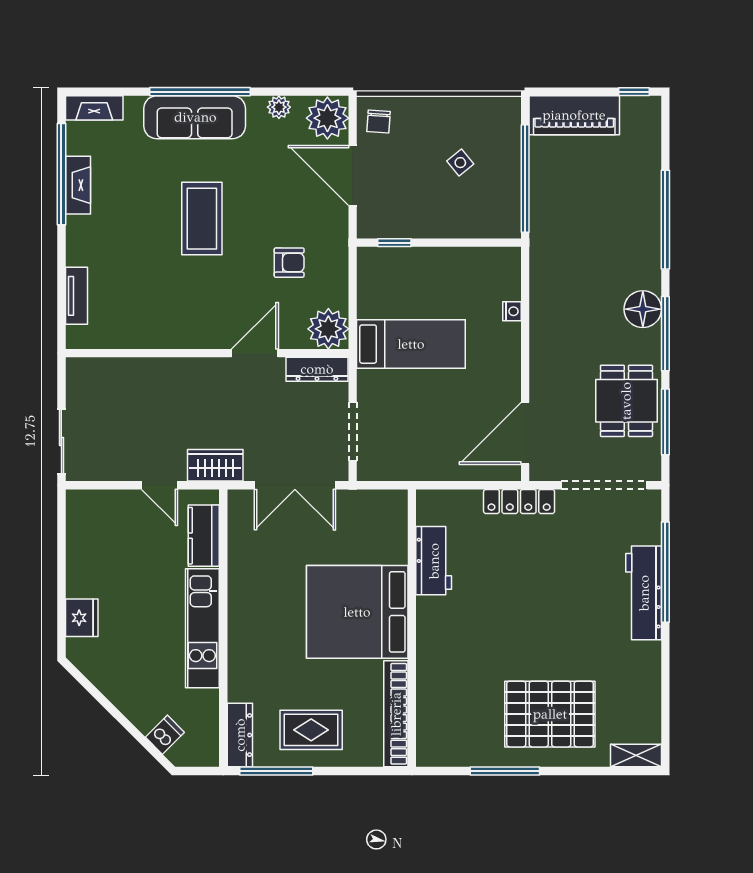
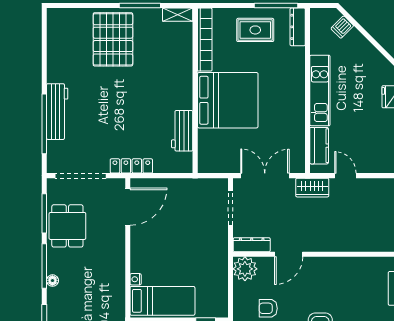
floor lamp: (643, 309) -> (52, 281), width x0.53, depth x0.53
bed: (411, 344) -> (162, 301), moved, turned 180
pallet: (550, 714) -> (113, 39), turned 90
shelving: (636, 756) -> (178, 15), moved

